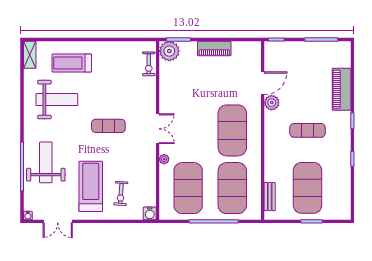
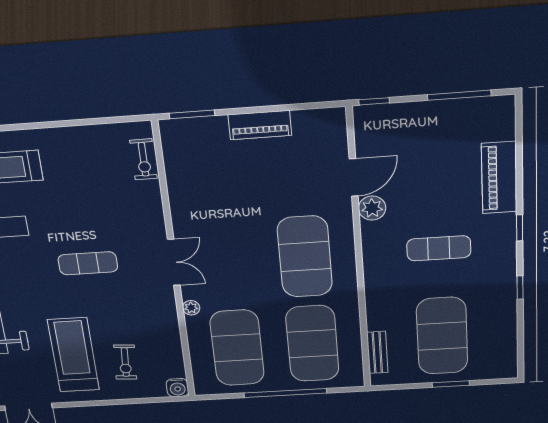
plant: (169, 51) -> (178, 135), removed

